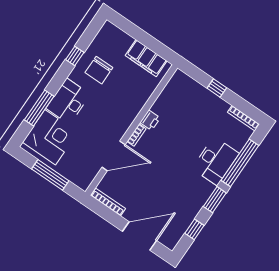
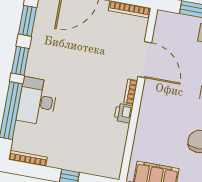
door: (114, 156) -> (145, 60), swing flipped
window: (194, 229) -> (28, 21), width x1.50

